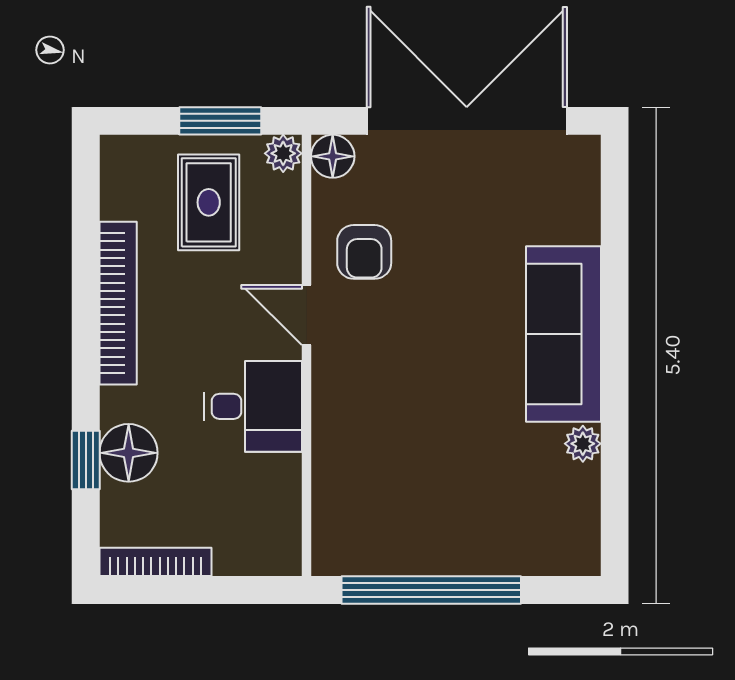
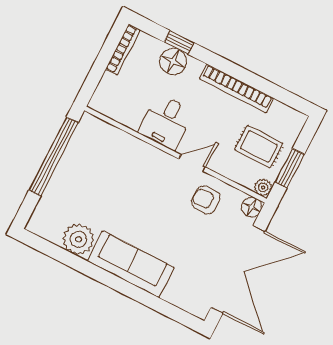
plant: (583, 444) -> (78, 239), width x1.88, depth x1.88

